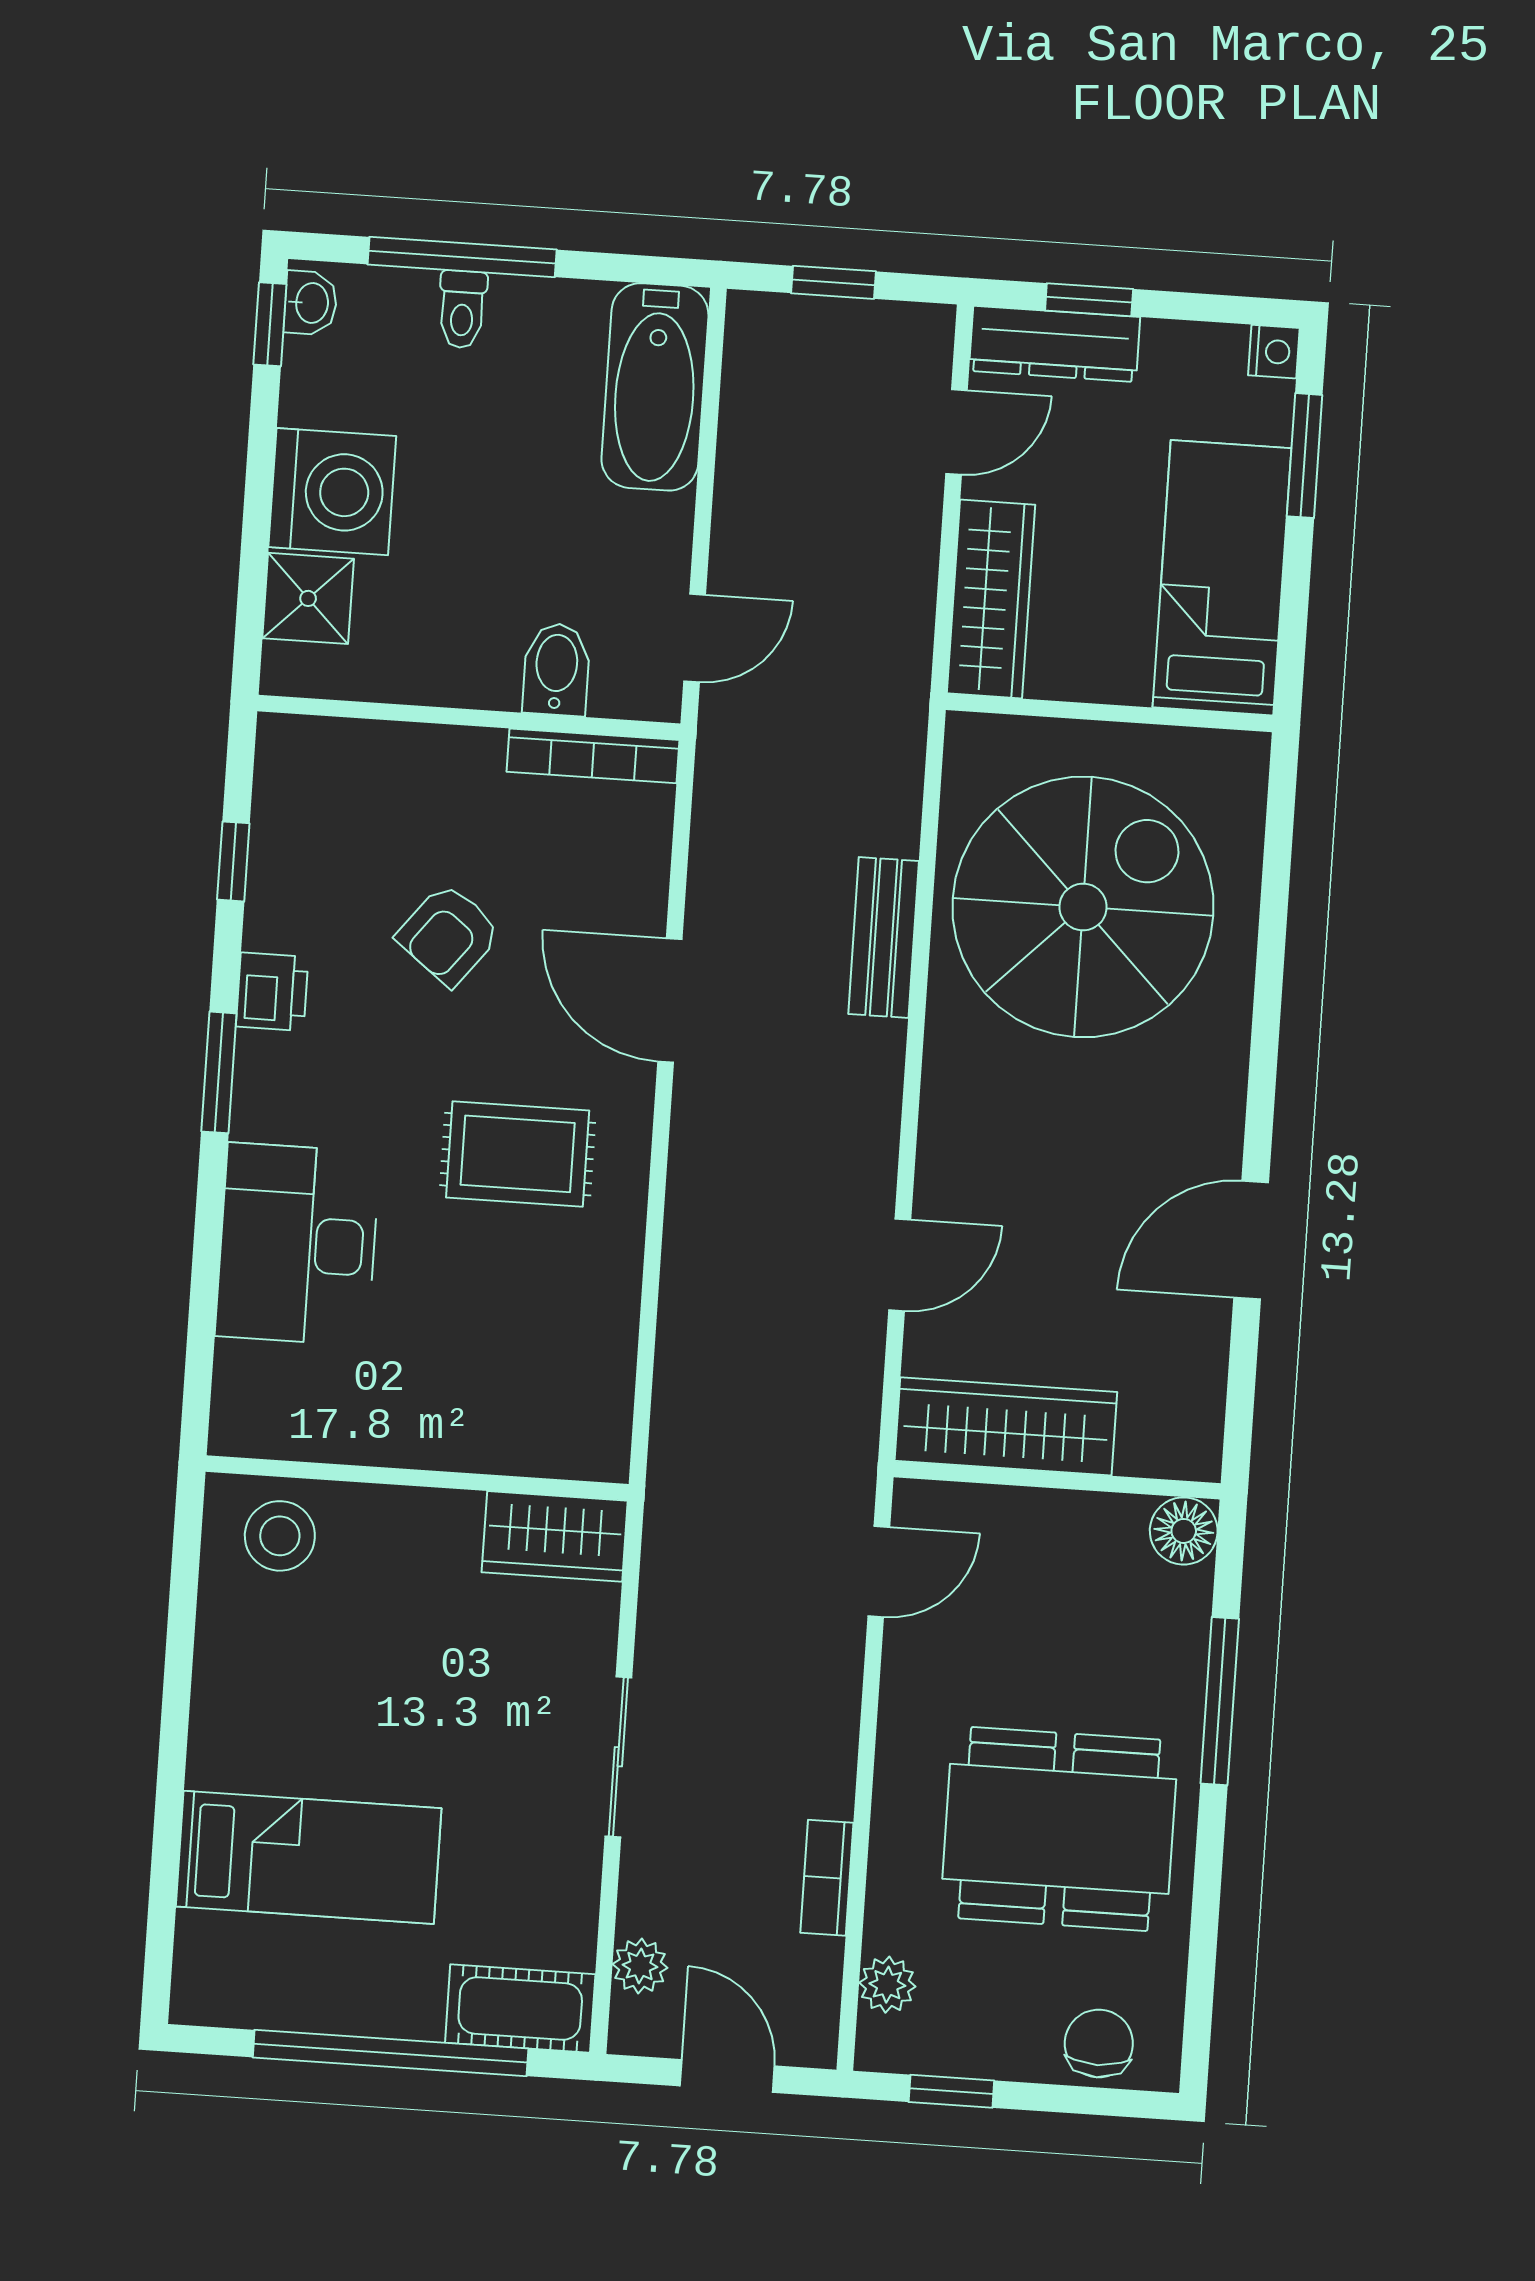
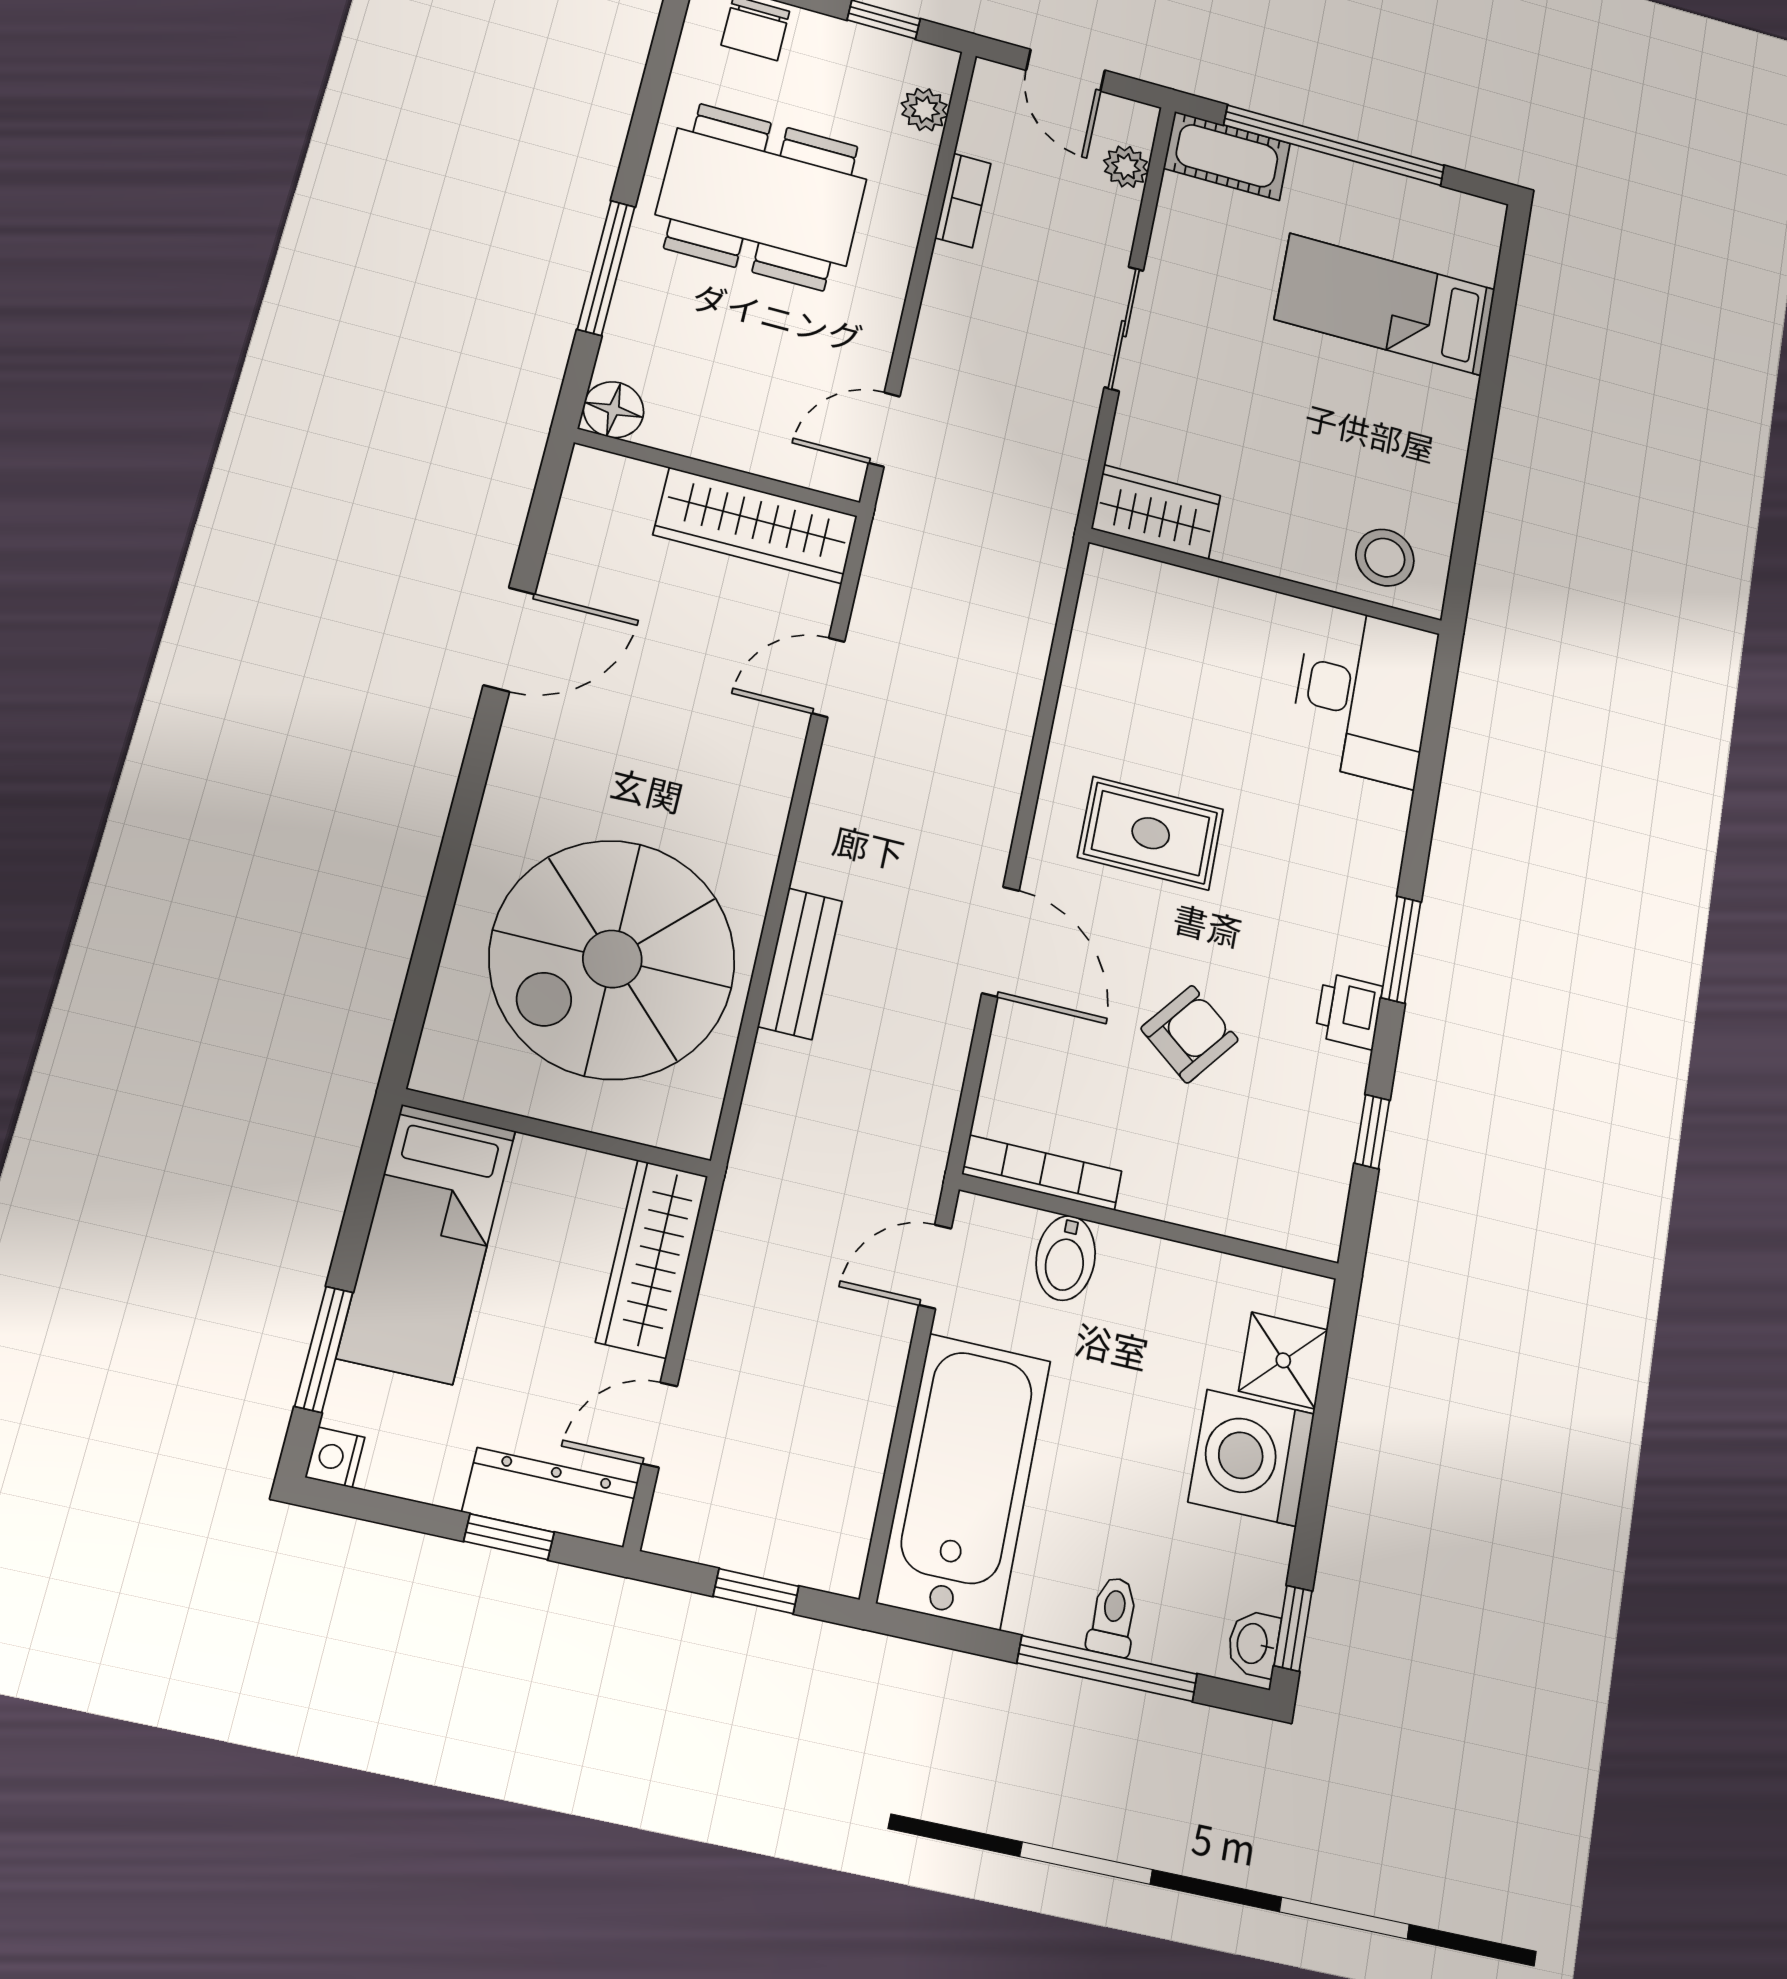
bathtub: (655, 387) -> (964, 1481), width x1.36, depth x1.36
desk: (298, 1244) -> (1364, 695), moved

